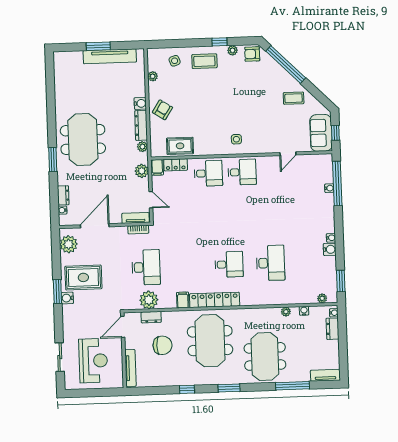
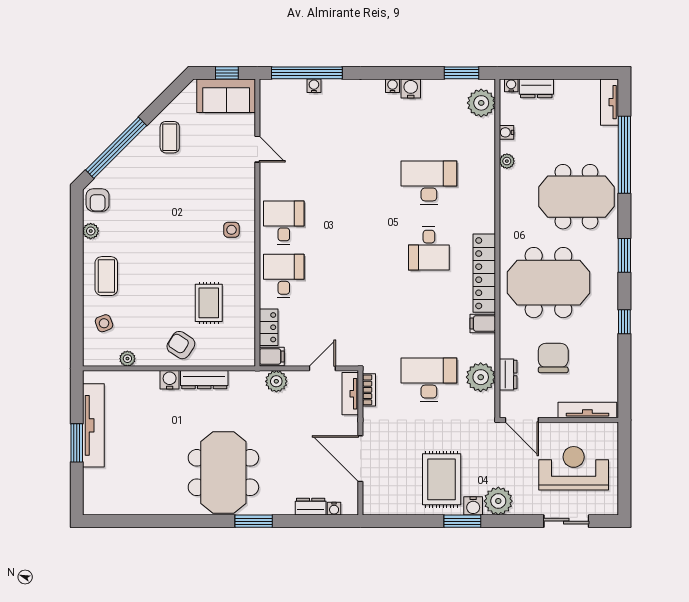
window: (219, 42) -> (77, 251), removed
meeting table: (83, 139) -> (223, 473), turned 90
rug: (180, 146) -> (209, 303), moved
plant: (142, 147) -> (238, 379), removed
plant: (69, 244) -> (498, 501), moved
desk: (229, 264) -> (429, 248), turned 180
plant: (322, 298) -> (481, 103), width x1.88, depth x1.88
window: (292, 386) -> (624, 155), width x1.46

